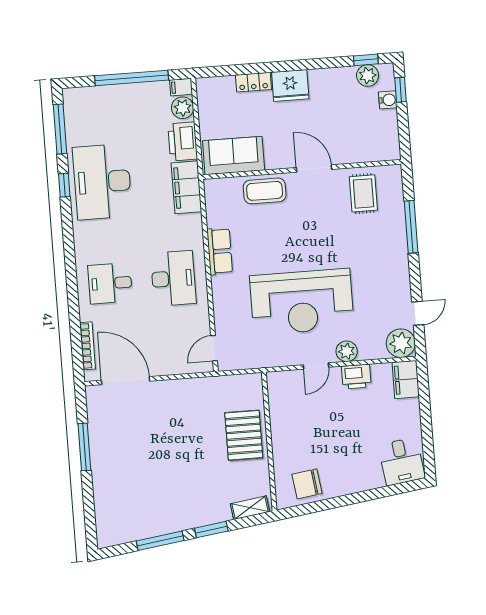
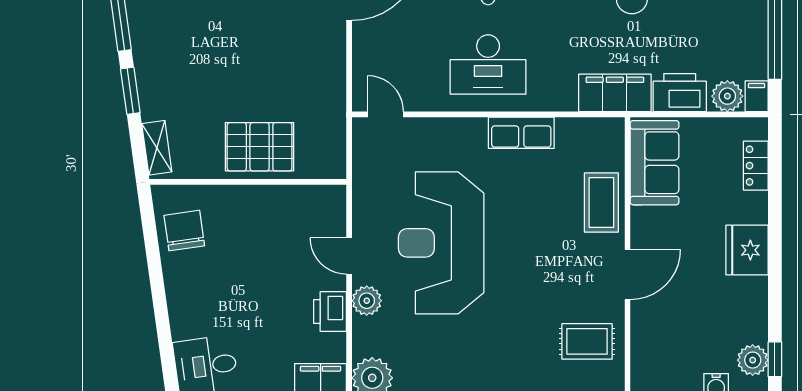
locker: (253, 82) -> (756, 166), moved

